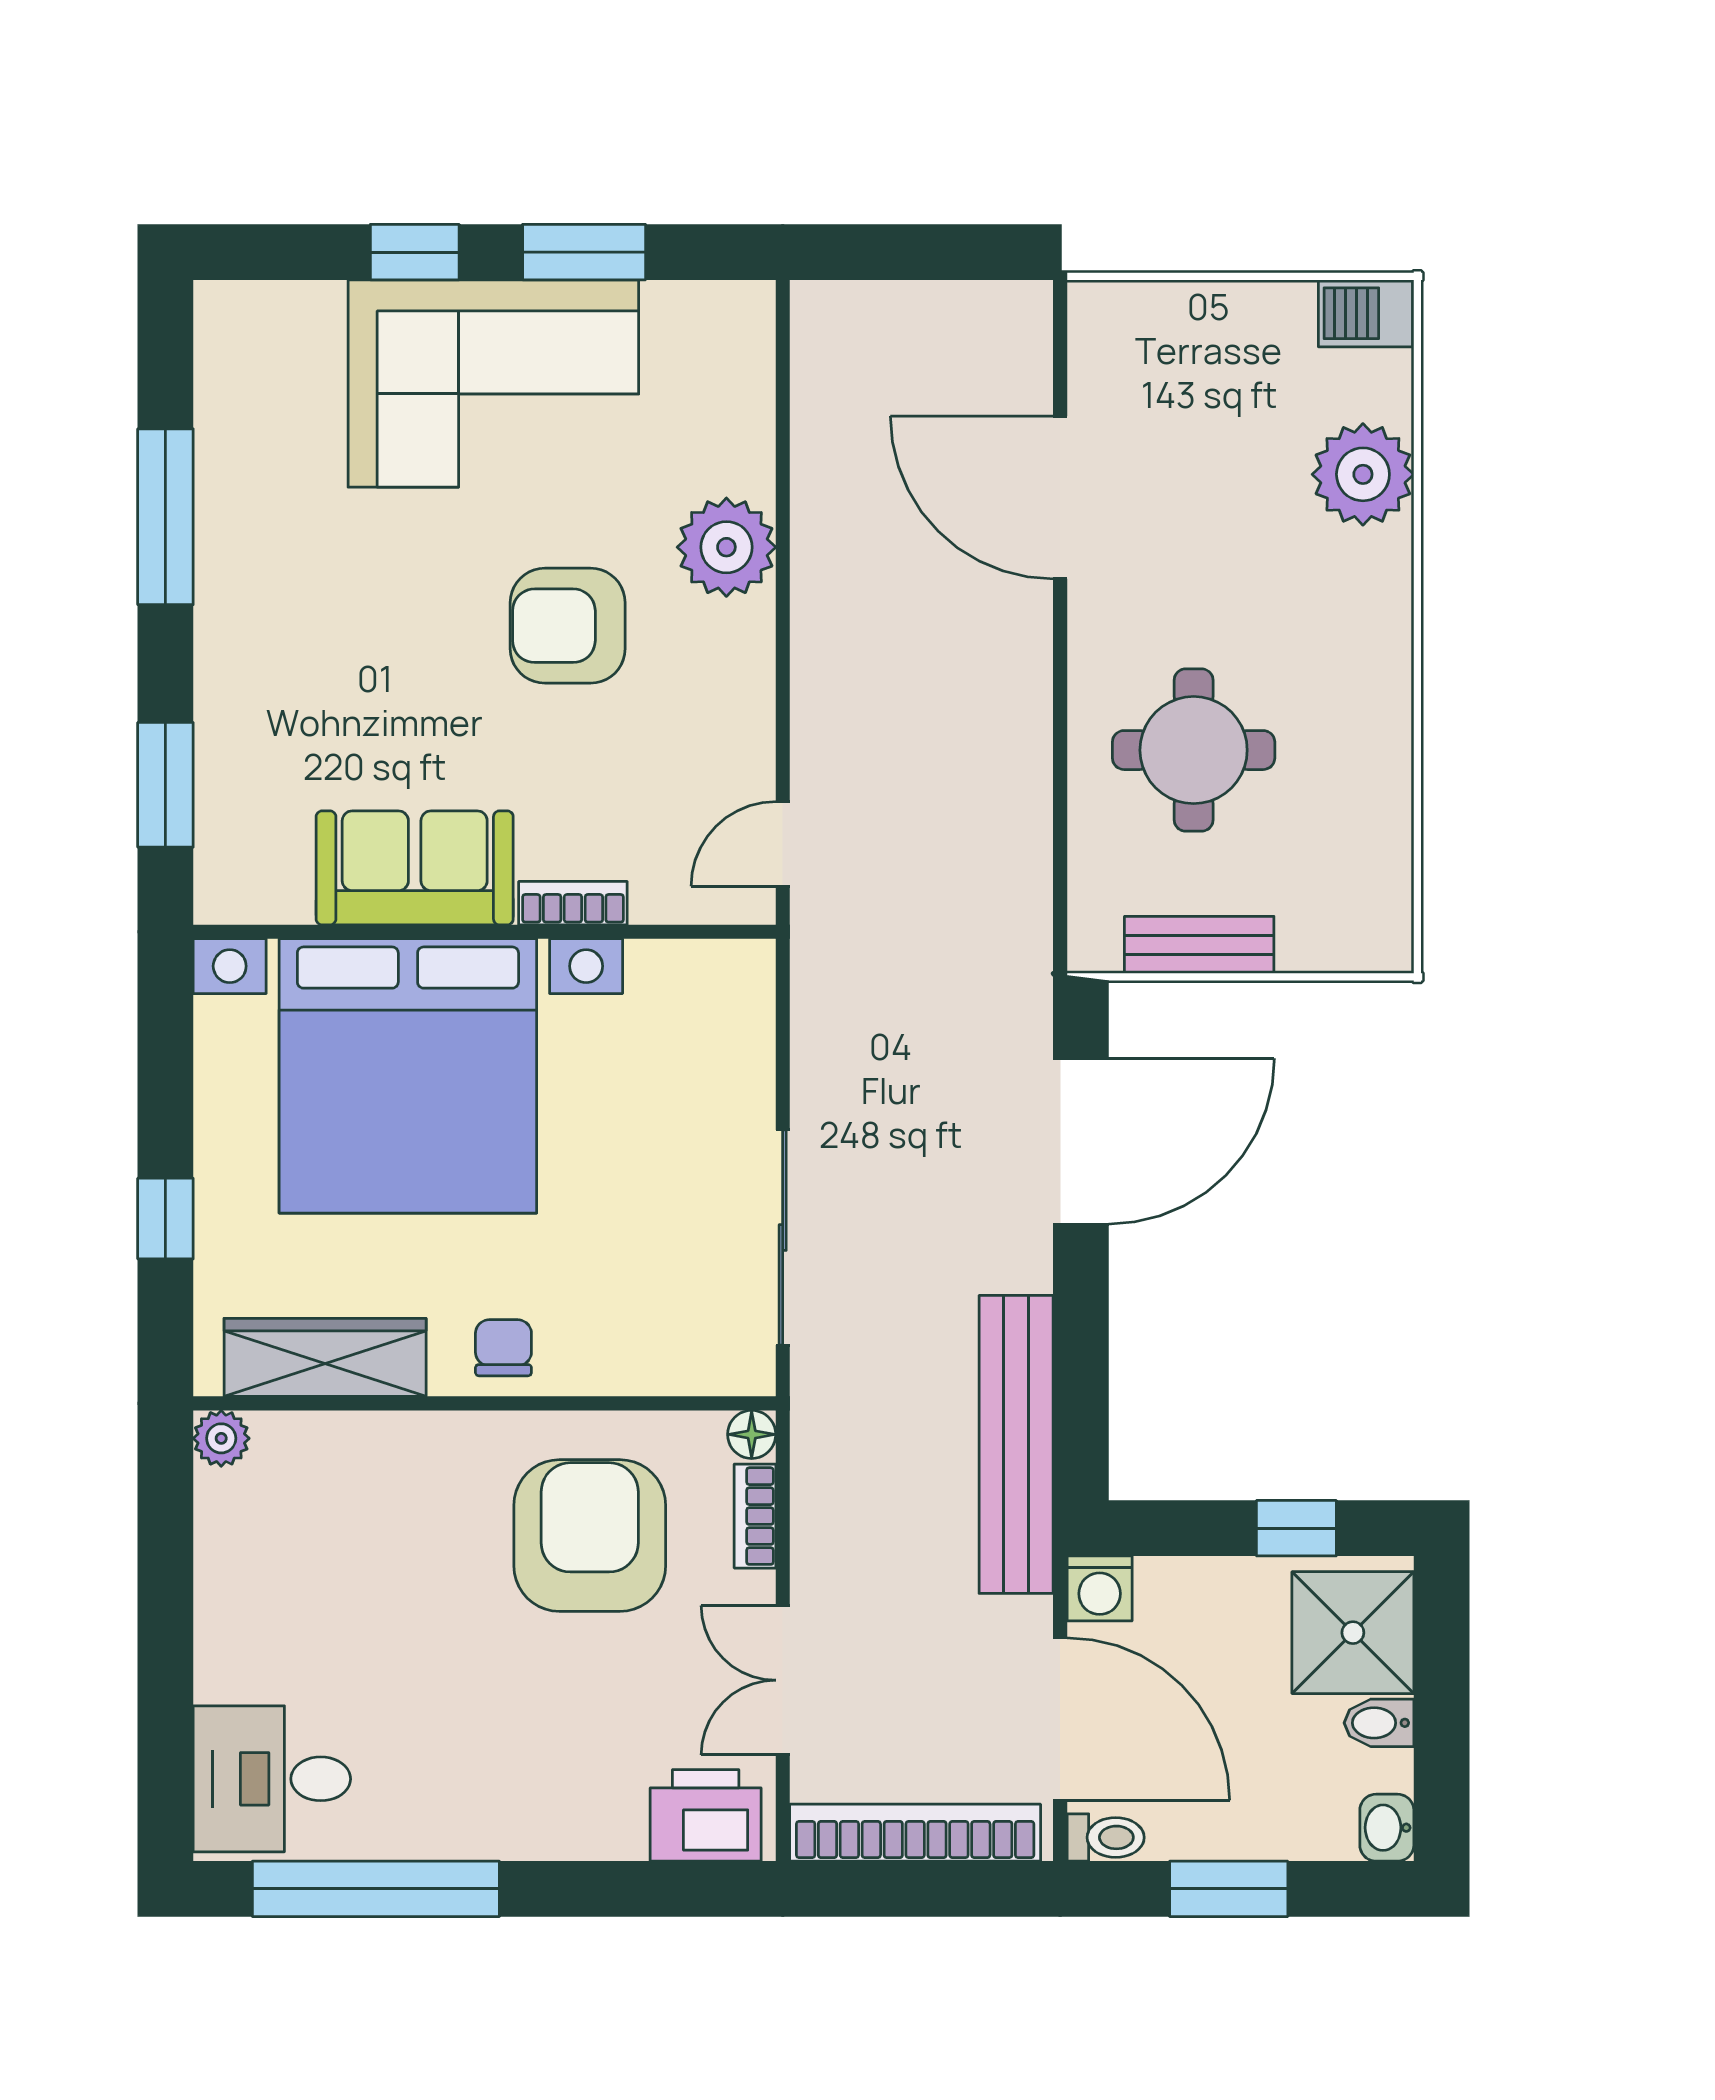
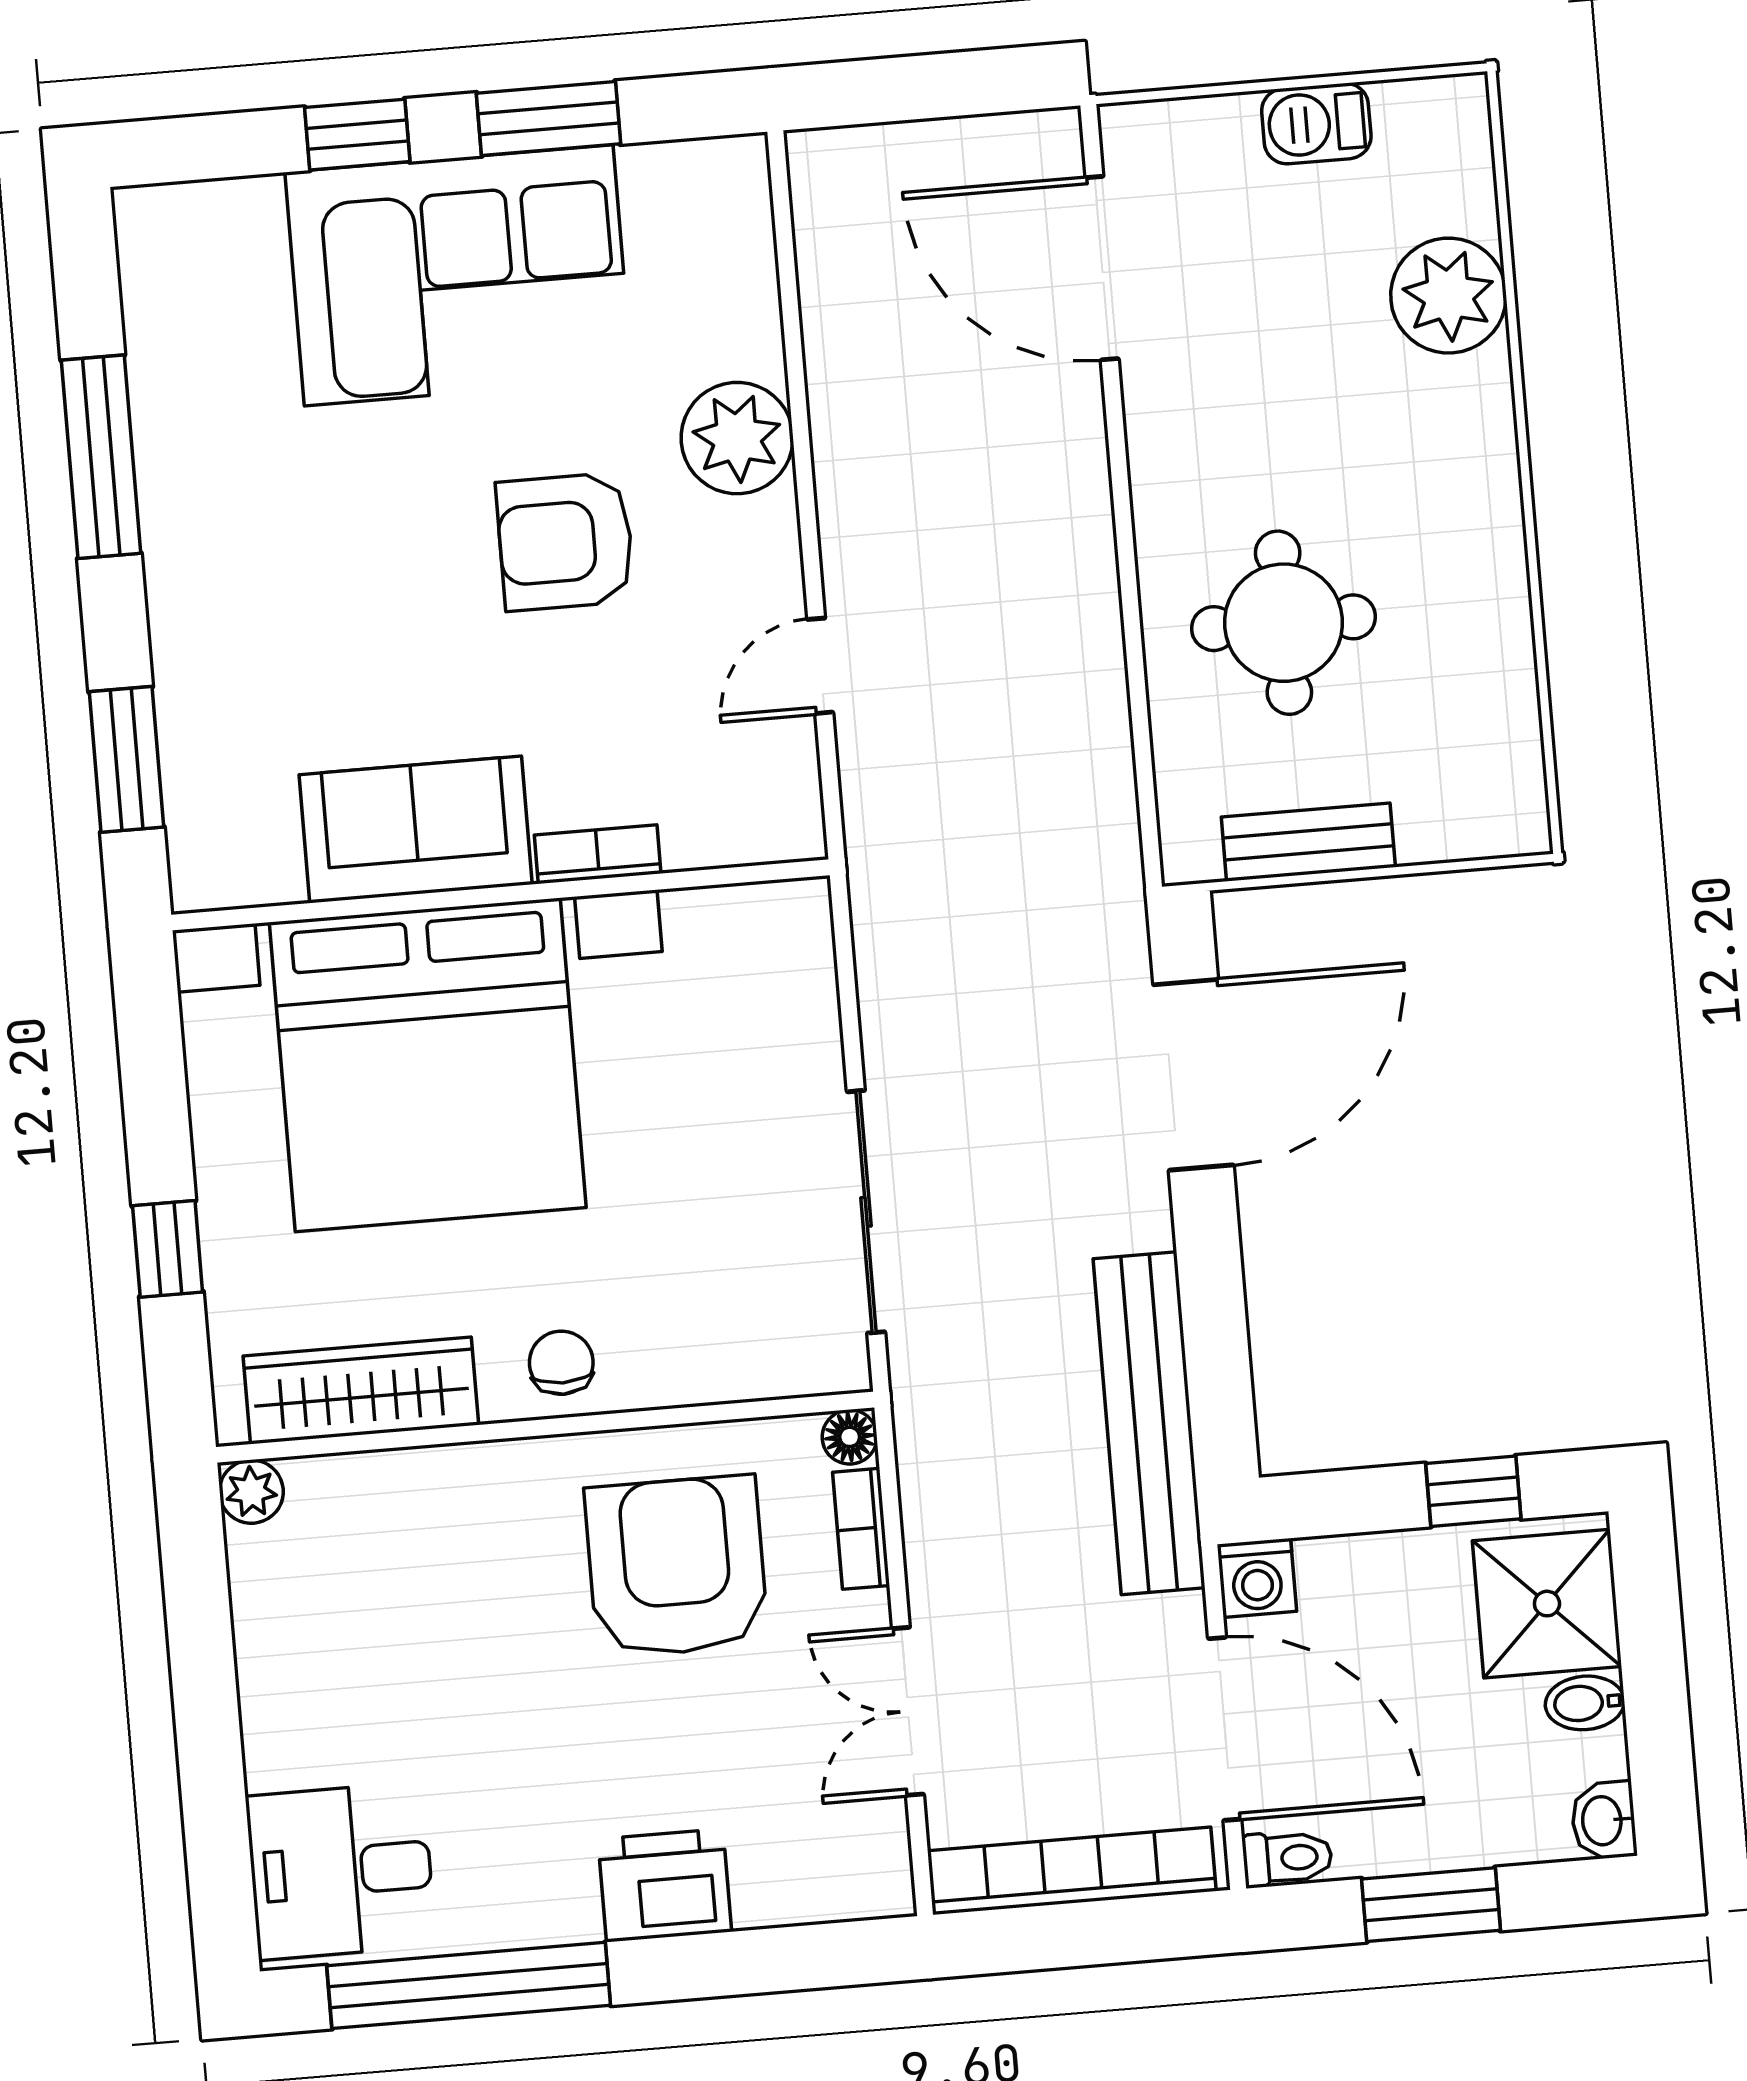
barbecue: (1366, 313) -> (1316, 124), moved
door: (1060, 497) -> (1102, 268), moved
door: (783, 844) -> (820, 666), moved
printer: (706, 1815) -> (665, 1885), moved

